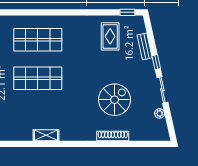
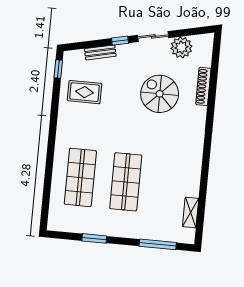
plant: (160, 113) -> (181, 47), width x1.88, depth x1.88
shelving: (46, 135) -> (191, 213), moved
shoe rack: (113, 136) -> (203, 86), moved

